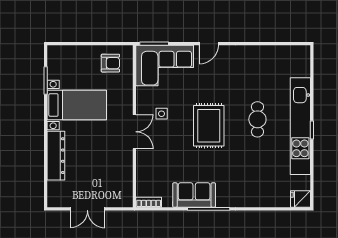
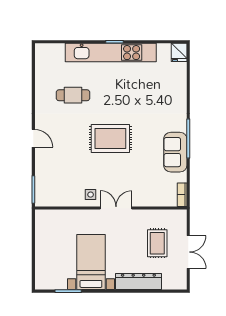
armchair: (110, 63) -> (52, 231), removed
corner sofa: (165, 66) -> (54, 180), removed
side table: (162, 114) -> (91, 195), moved
cafe table: (257, 119) -> (73, 95), moved
rug: (97, 176) -> (157, 243), added

